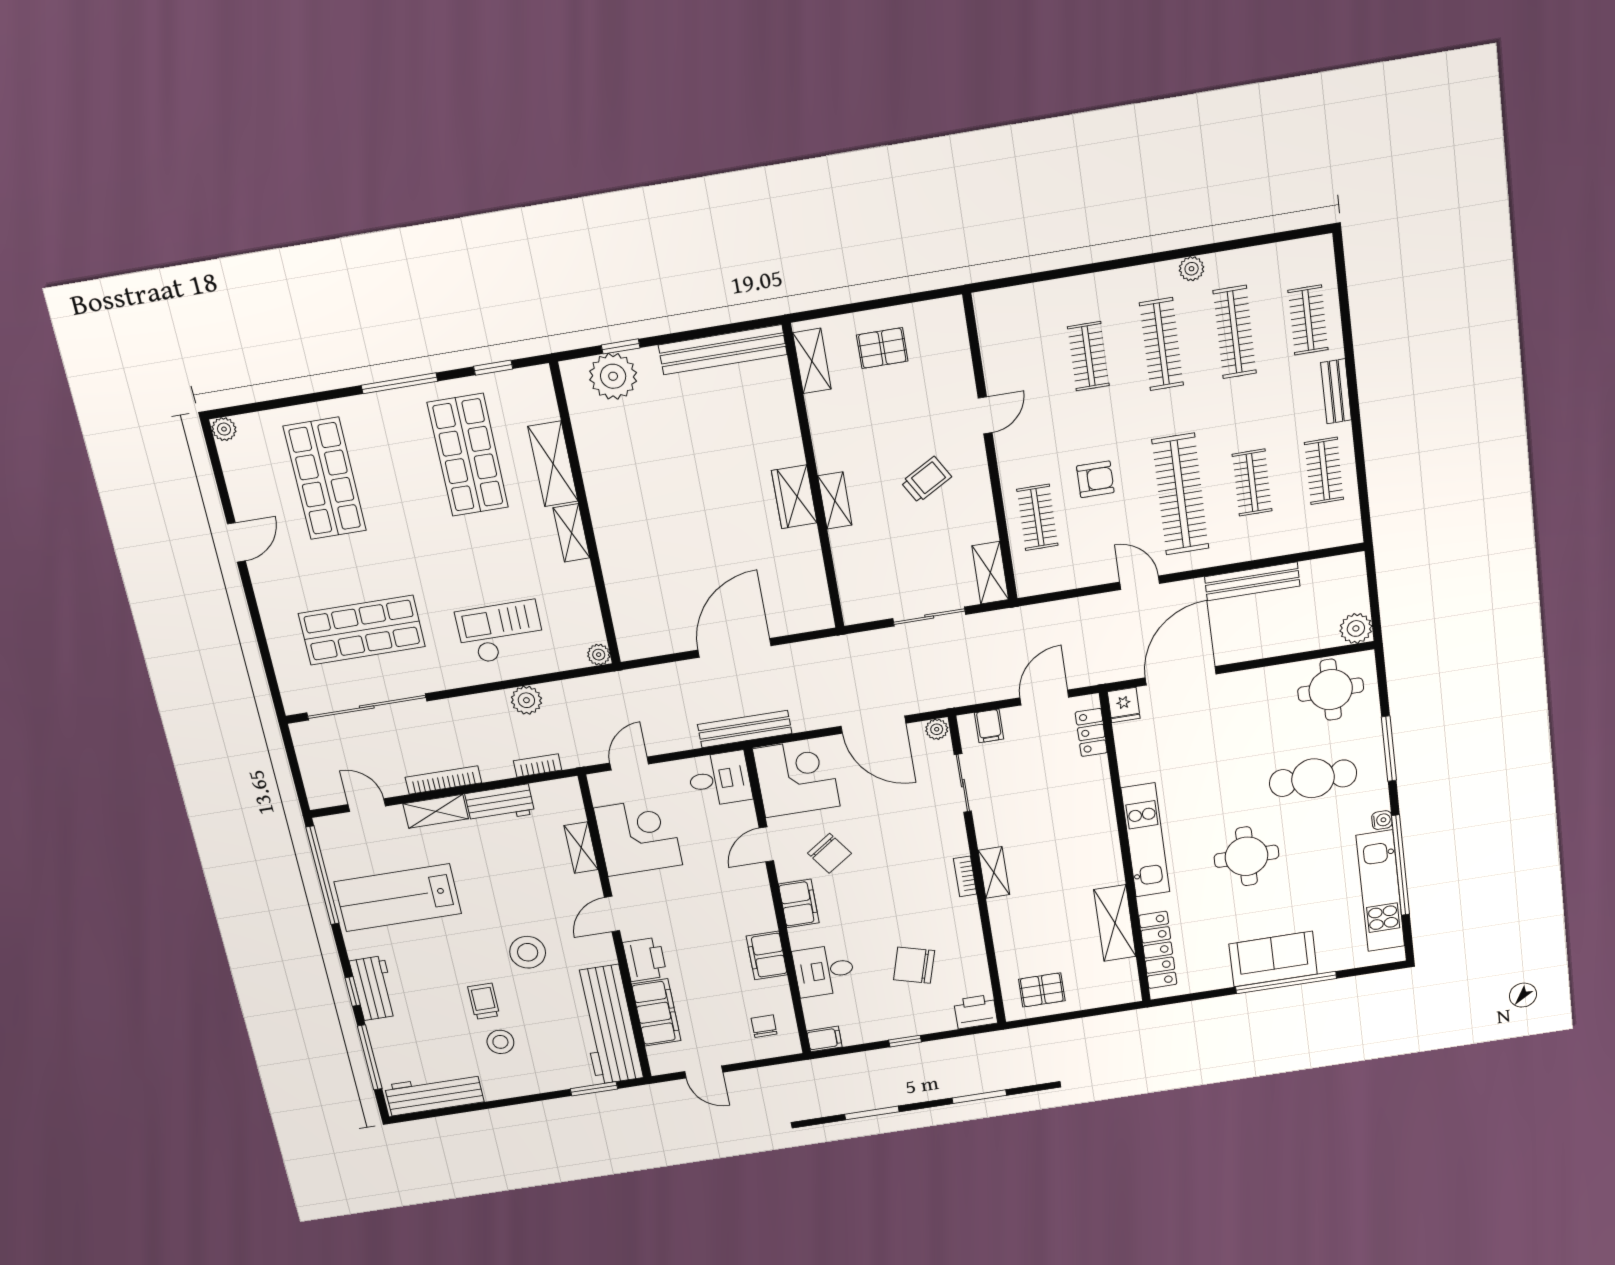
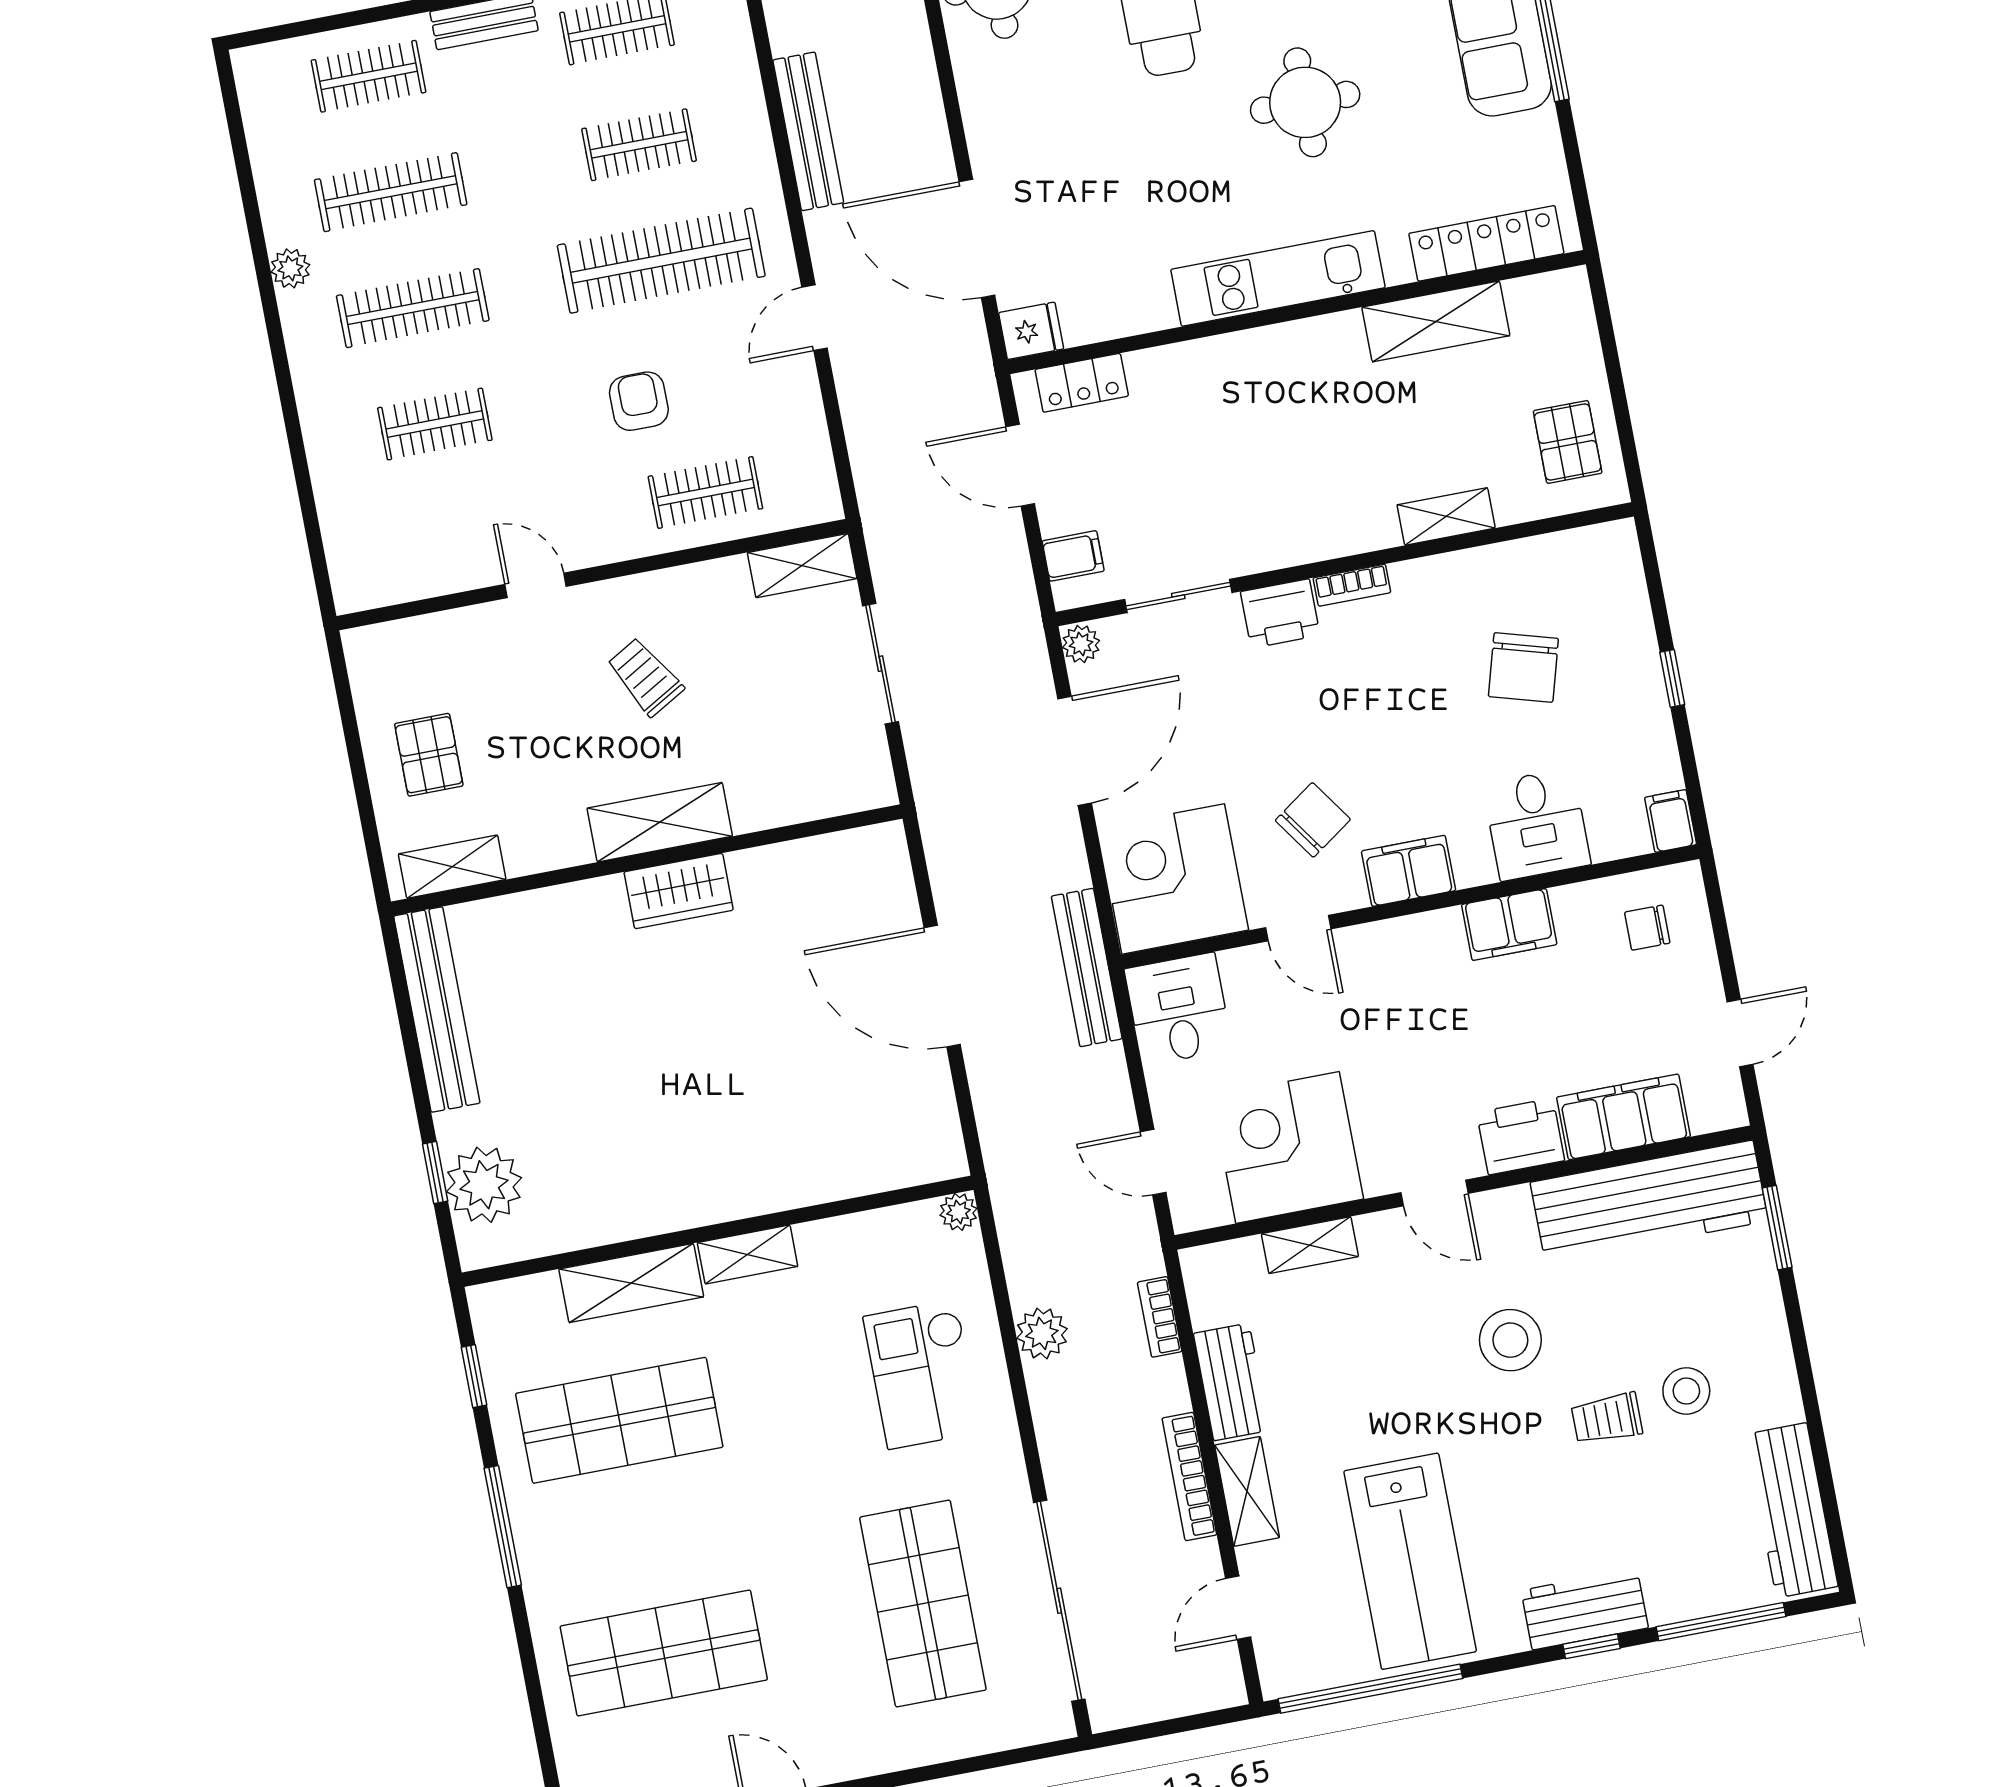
shelving: (835, 500) -> (660, 822), width x1.50, depth x1.33
shelving: (994, 873) -> (1446, 516), moved
printer: (976, 1012) -> (1280, 613), moved, turned -90

